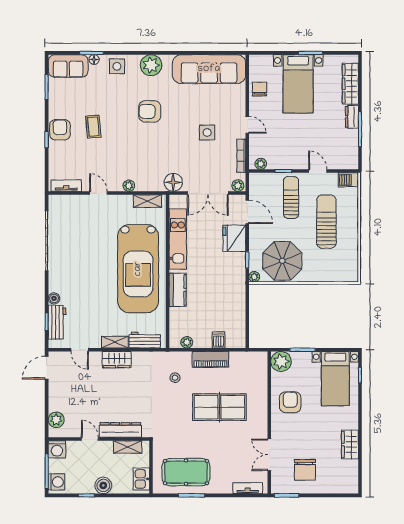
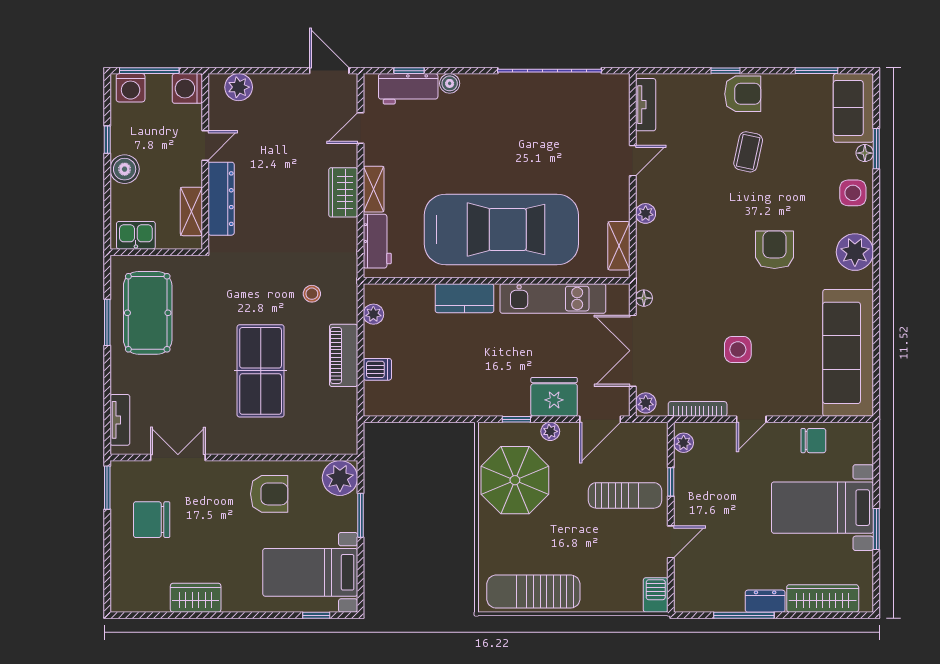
coffee table: (93, 127) -> (748, 152), turned -73
floor lamp: (173, 182) -> (644, 298), width x0.53, depth x0.53
sun lounger: (326, 222) -> (533, 592), moved, turned 180
car: (138, 269) -> (501, 230), turned 180
plant: (254, 277) -> (550, 431), moved

